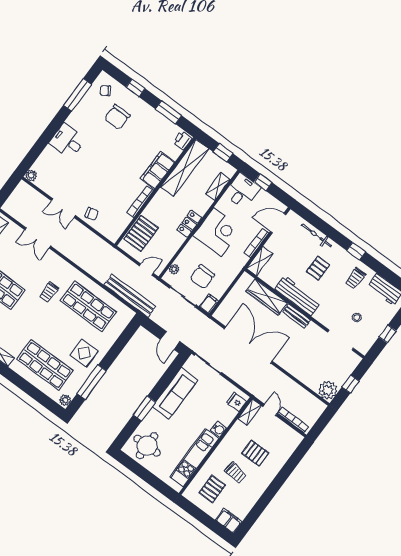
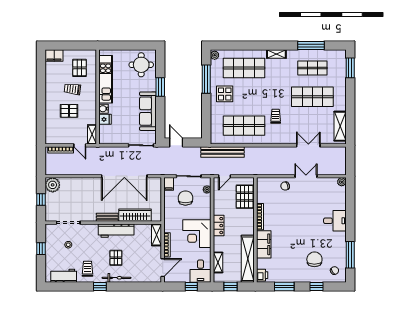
bicycle: (316, 235) -> (117, 278), moved
fridge: (237, 402) -> (105, 119), moved

